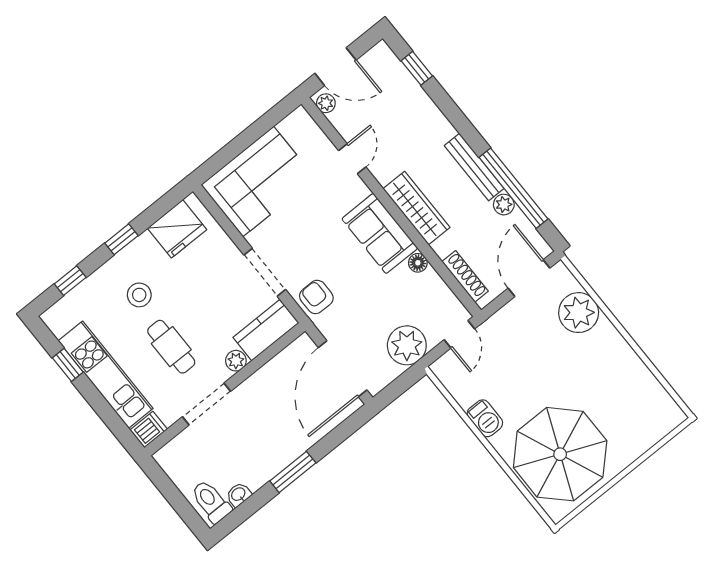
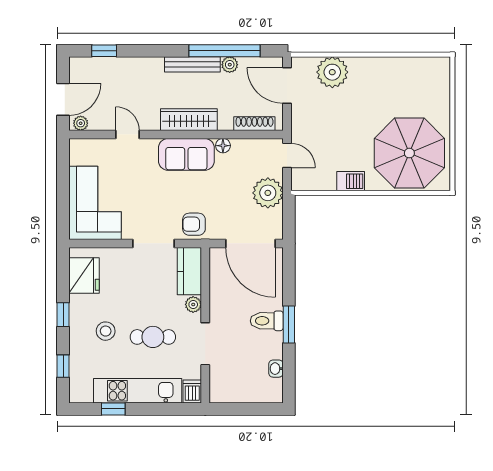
toilet: (211, 501) -> (267, 321), moved

